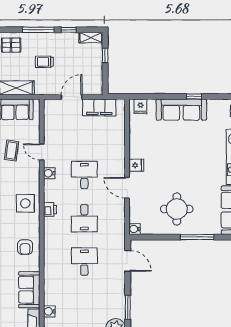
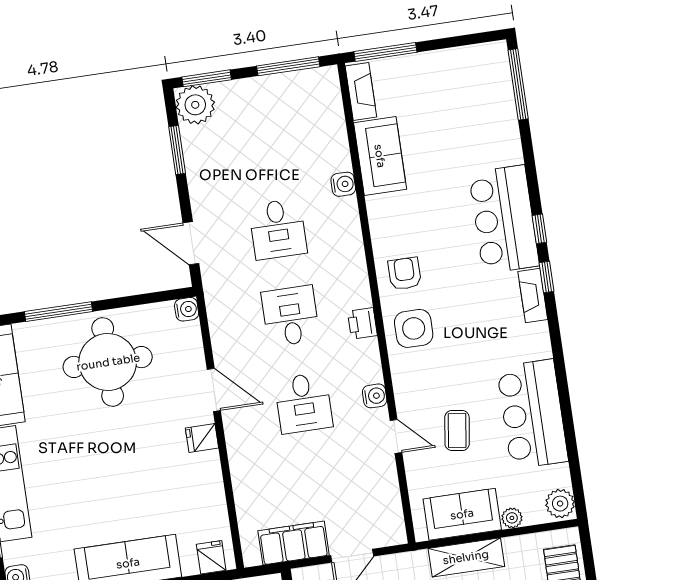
round table: (177, 209) -> (108, 362), width x1.36, depth x1.36
armchair: (25, 247) -> (405, 274), moved
water cooler: (49, 311) -> (343, 184), moved

